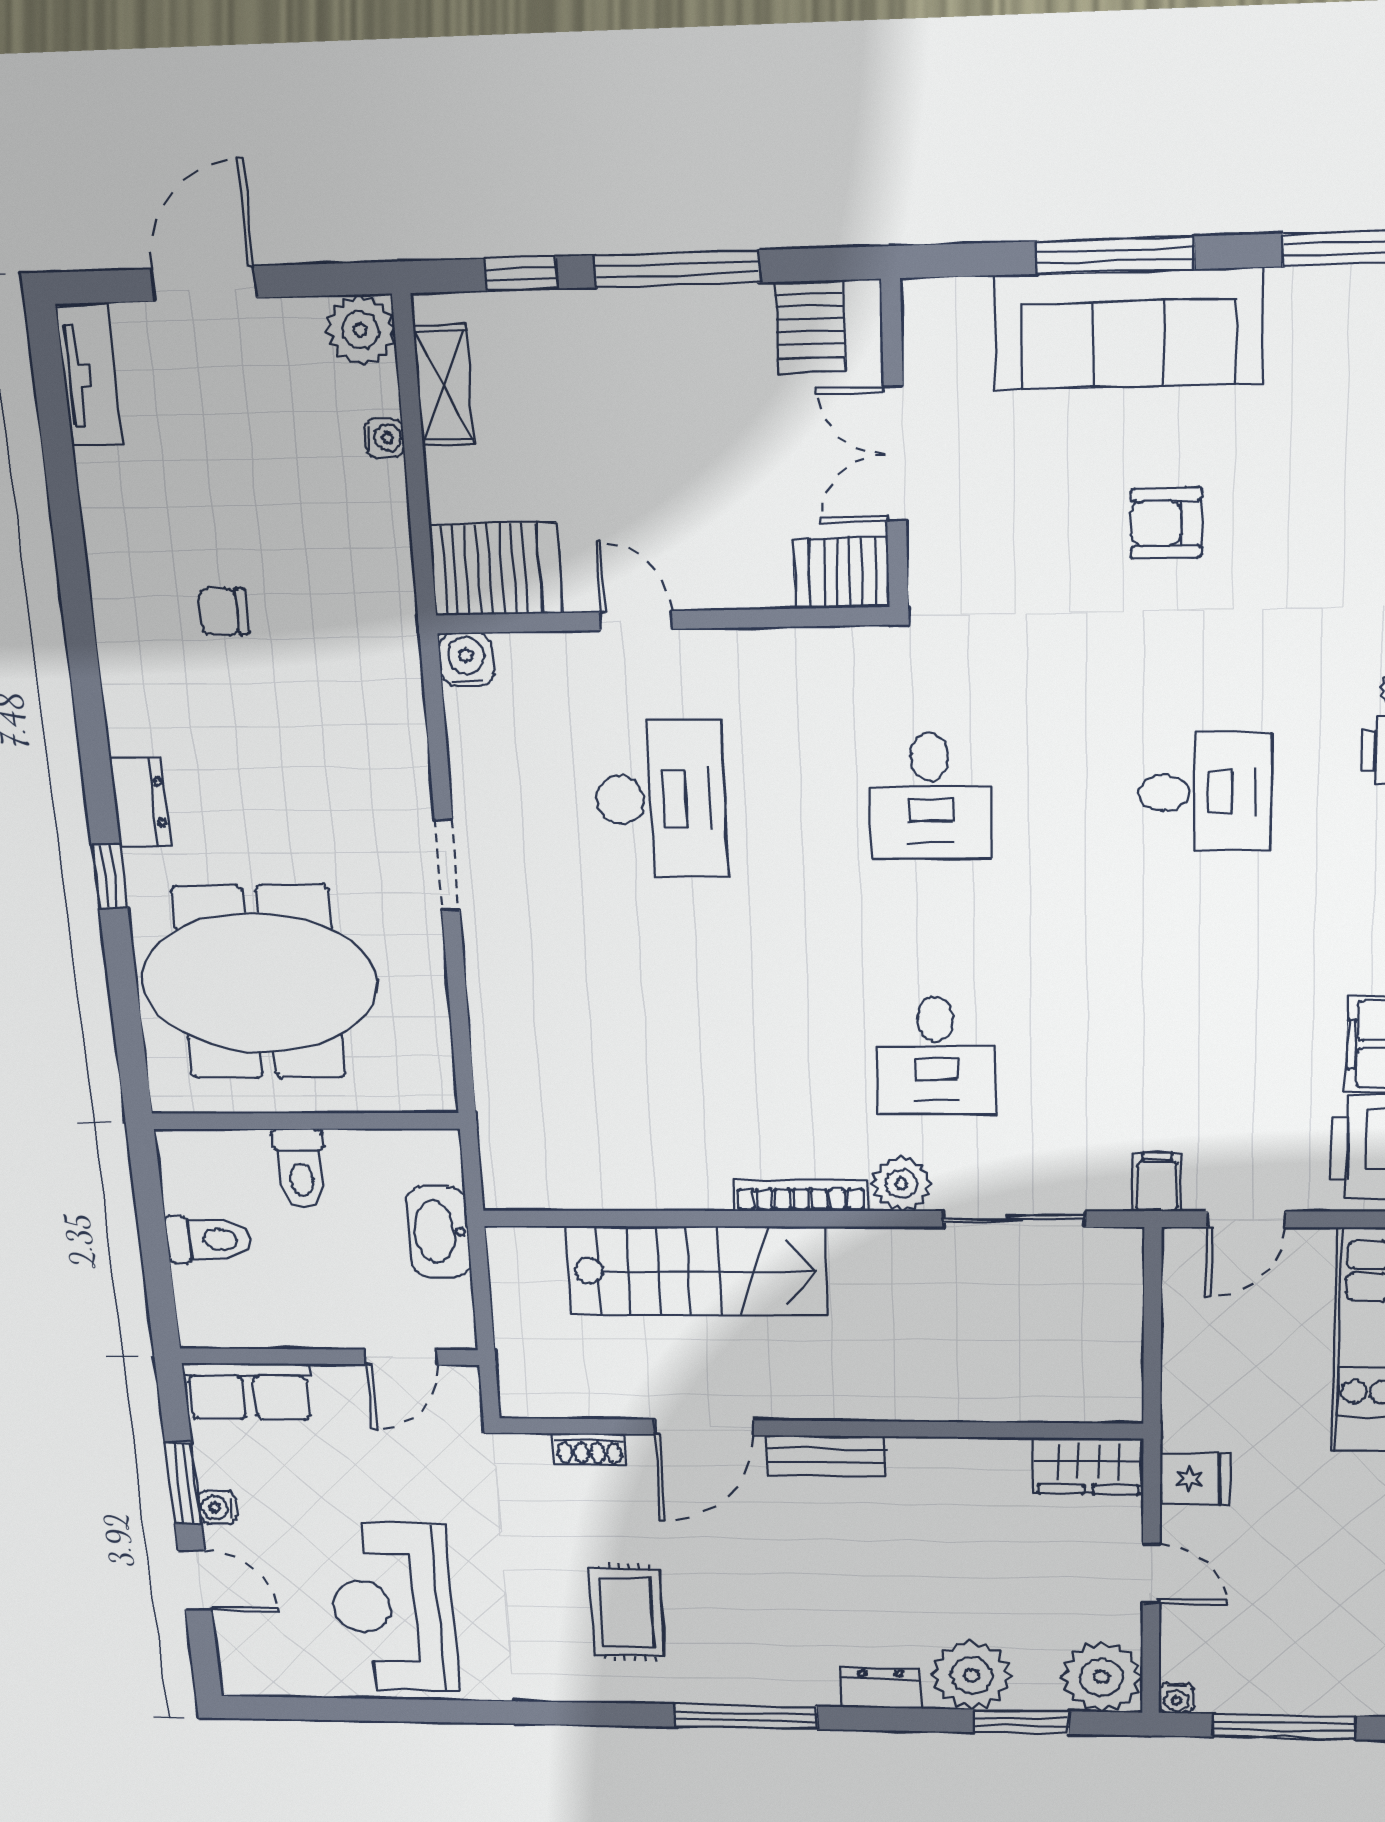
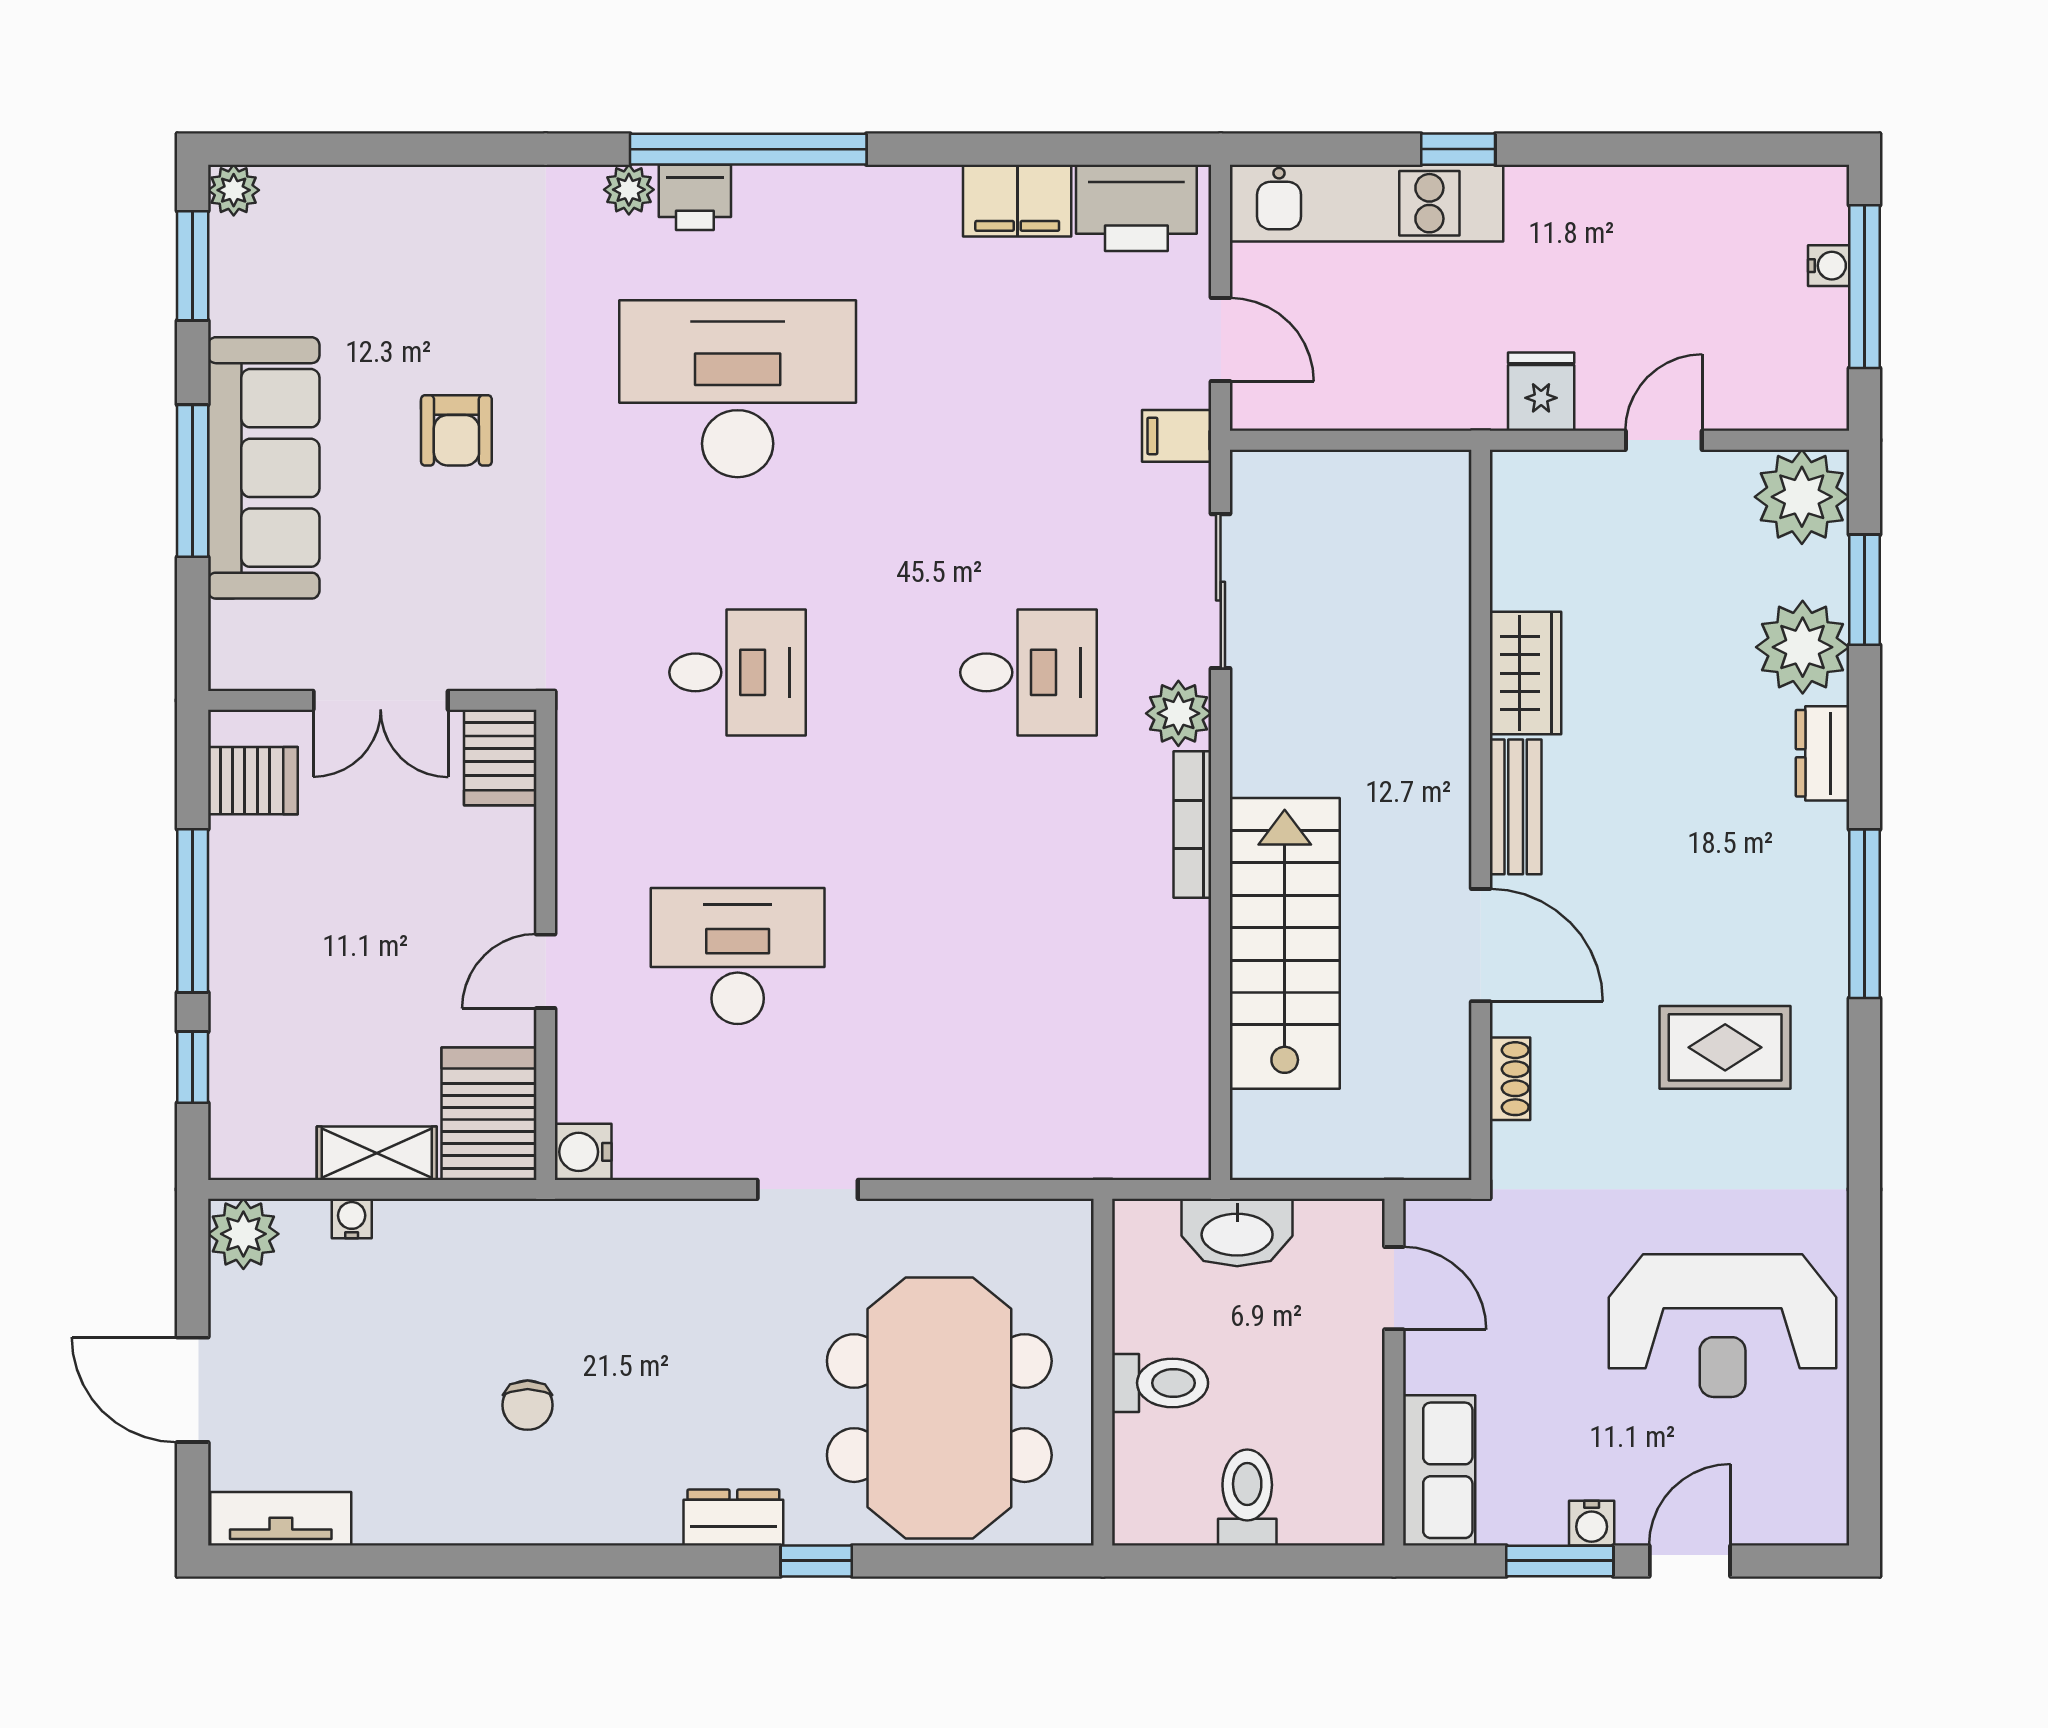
shelving: (444, 386) -> (377, 1153), moved
desk: (1205, 792) -> (738, 389), width x1.87, depth x1.30
wardrobe: (1088, 1466) -> (1526, 673), moved
water cooler: (1176, 1698) -> (1829, 266), moved

